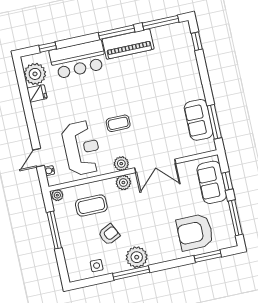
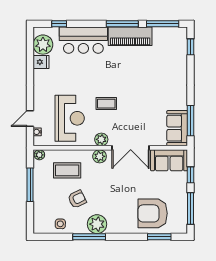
sofa: (199, 120) -> (177, 128), moved
sofa: (212, 182) -> (169, 160), moved, turned -90

